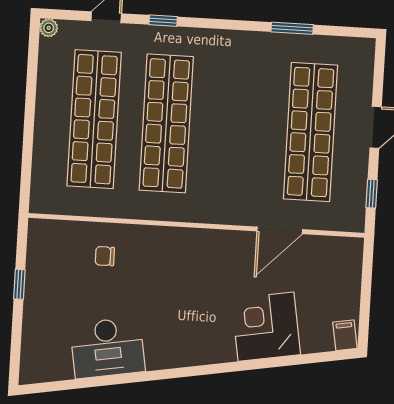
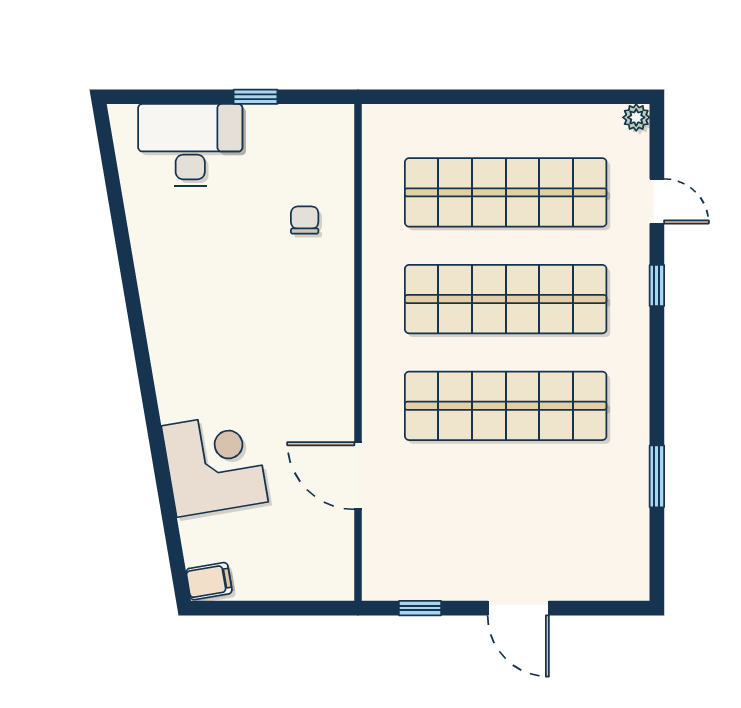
shop shelf: (311, 132) -> (506, 406), moved
desk: (107, 348) -> (190, 145), moved, turned 100

